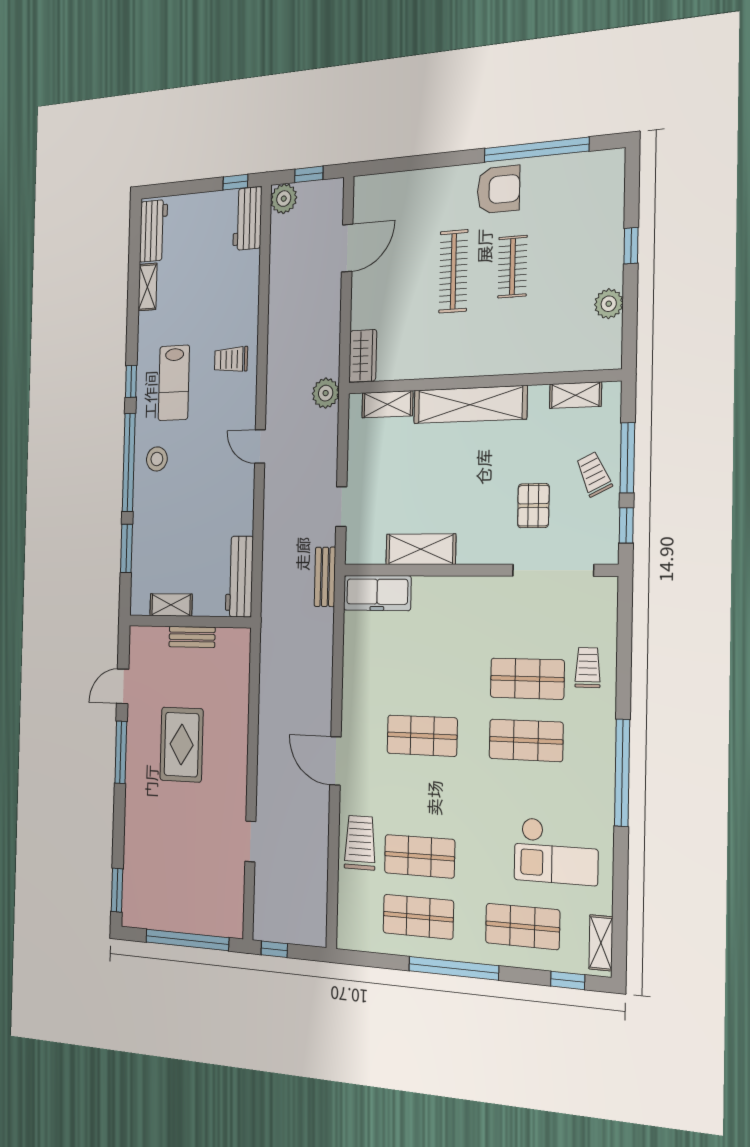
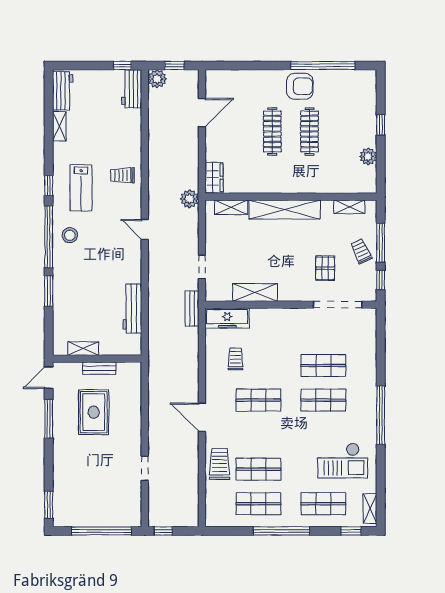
clothes rail: (512, 267) -> (309, 131), width x1.36
shelving: (171, 605) -> (83, 349), moved
wall: (189, 621) -> (97, 359), moved
bench: (192, 637) -> (99, 368), moved
trolley: (588, 668) -> (235, 359), moved

